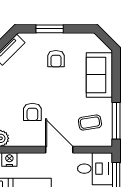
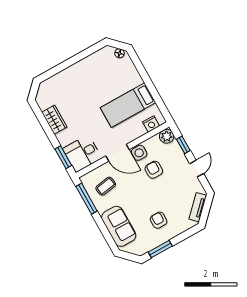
window: (50, 29) -> (160, 249), moved
side table: (38, 137) -> (139, 153), added

